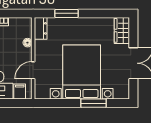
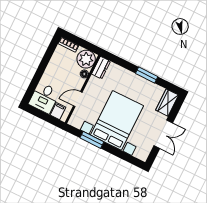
window: (66, 13) -> (147, 75), moved
plant: (22, 27) -> (86, 59), added
window: (93, 103) -> (92, 140), moved

